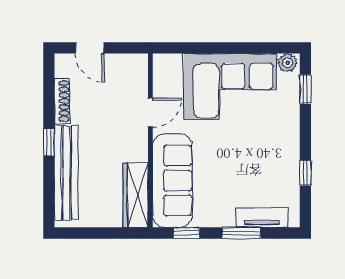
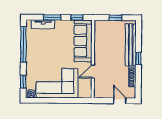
window: (305, 173) -> (23, 44), width x3.17
wardrobe: (136, 195) -> (100, 35), removed
window: (101, 233) -> (115, 18), added

